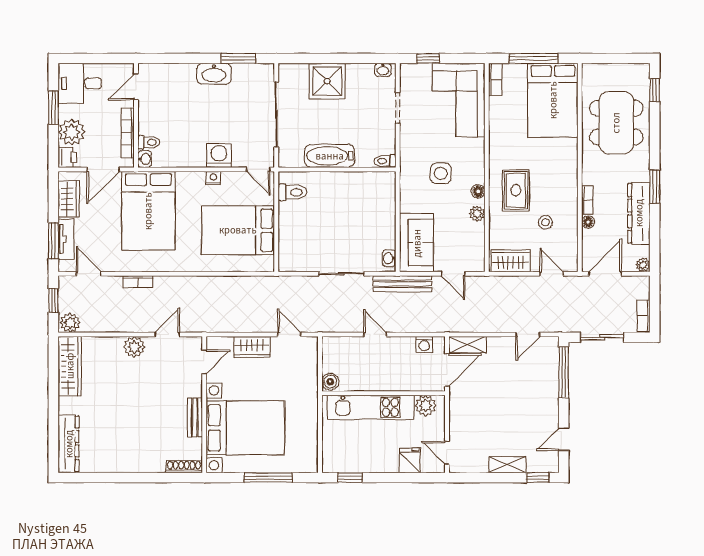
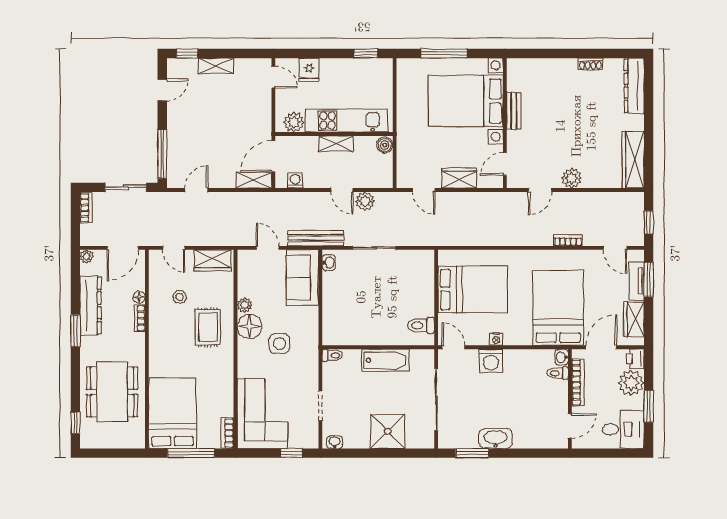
floor lamp: (478, 191) -> (250, 326), width x1.89, depth x1.89
plant: (70, 323) -> (365, 201), moved
shelving: (381, 383) -> (336, 144), added
shoe rack: (184, 467) -> (591, 64), moved, width x0.70

